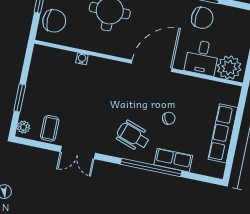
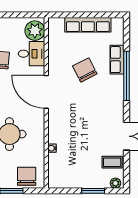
chair: (169, 118) -> (85, 70), width x1.87, depth x1.87
wheelchair: (133, 136) -> (104, 95), removed

